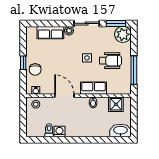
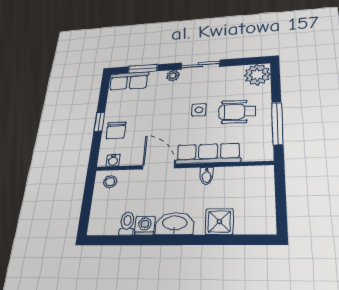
window: (116, 23) -> (143, 69), moved
row of seats: (50, 33) -> (129, 81), moved
wheelchair: (110, 61) -> (237, 112), turned 180
row of seats: (94, 88) -> (208, 153), width x1.48
shower: (116, 104) -> (219, 222), moved
washbasin: (121, 130) -> (175, 224), moved

